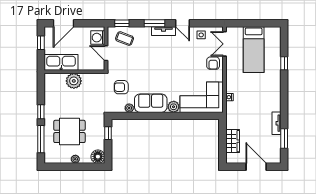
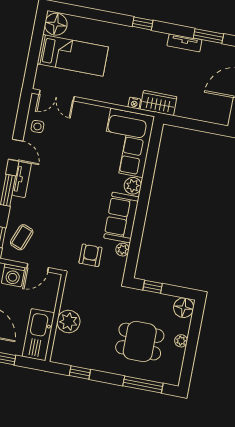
door: (183, 23) -> (16, 150), hinge flipped
floor lamp: (272, 34) -> (56, 24), added
armchair: (213, 63) -> (81, 117), removed
window: (284, 63) -> (143, 23), moved
armchair: (121, 87) -> (90, 255), turned 180
window: (41, 112) -> (80, 373), moved
dining table: (69, 131) -> (140, 342), turned 90
wardrobe: (233, 141) -> (158, 103), moved

